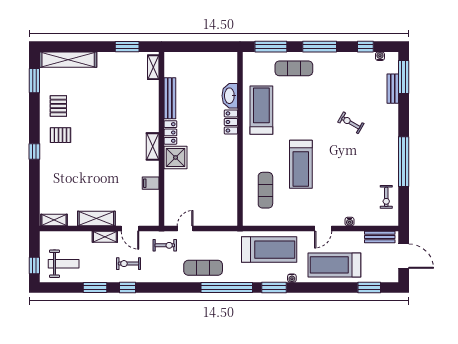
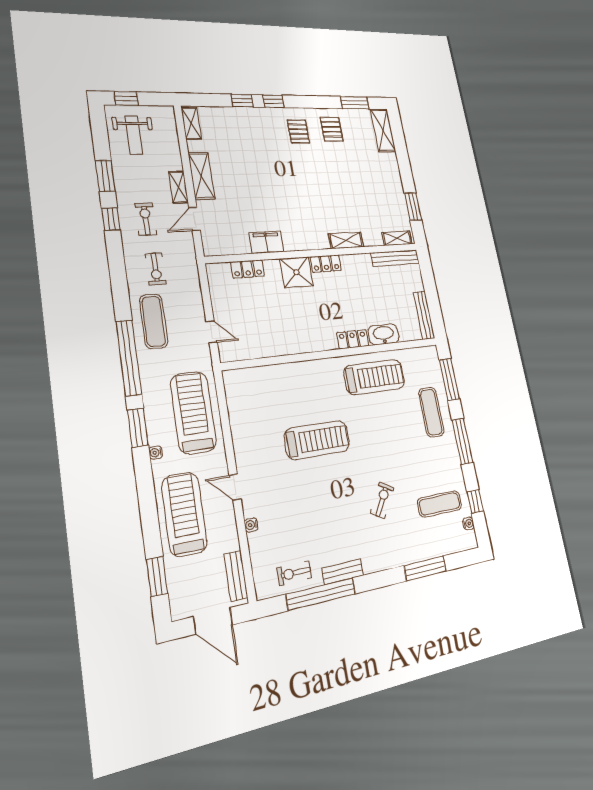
bench: (218, 57) -> (424, 315), added
shelving: (68, 60) -> (383, 130), width x0.68
window: (404, 77) -> (425, 568), moved
bench: (393, 89) -> (343, 572), moved
bench: (170, 98) -> (395, 258), moved
pallet: (58, 106) -> (332, 129), turned 90
shelving: (153, 146) -> (346, 240), moved
window: (404, 162) -> (321, 594), moved
treadmill: (301, 164) -> (317, 440), turned 180
window: (34, 177) -> (242, 101), added
filing cabinet: (151, 183) -> (267, 242), width x2.00
exercise mat: (265, 190) -> (440, 504), moved
locker: (170, 195) -> (248, 269), added
door: (185, 229) -> (212, 332), moved
exercise bike: (165, 245) -> (155, 269), moved
treadmill: (269, 250) -> (193, 413), turned 180
door: (404, 256) -> (213, 621), hinge flipped

